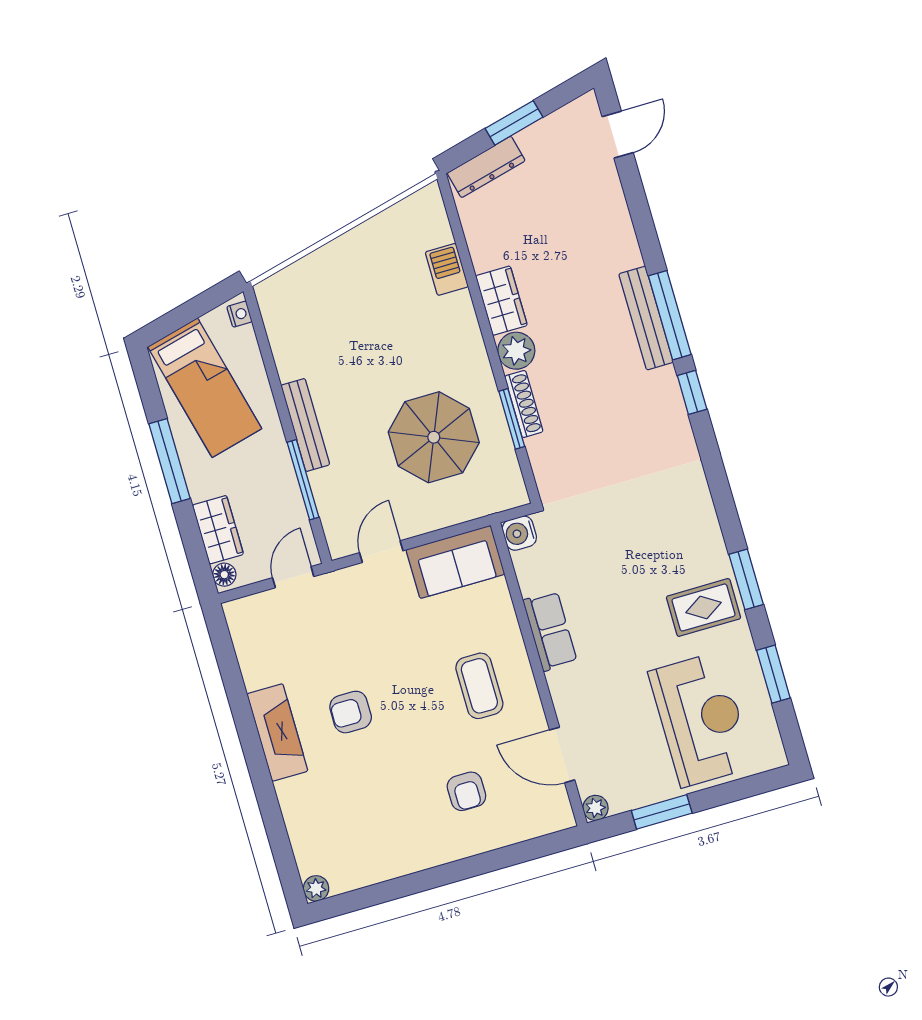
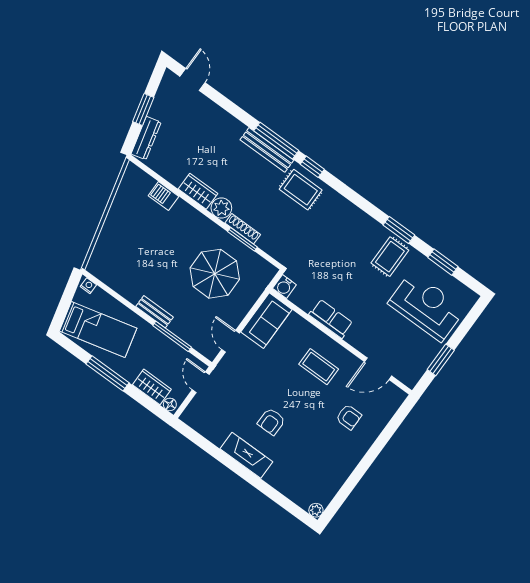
rug: (650, 412) -> (301, 190), added
bench: (305, 425) -> (155, 312), width x0.73
plant: (596, 808) -> (411, 381), removed

